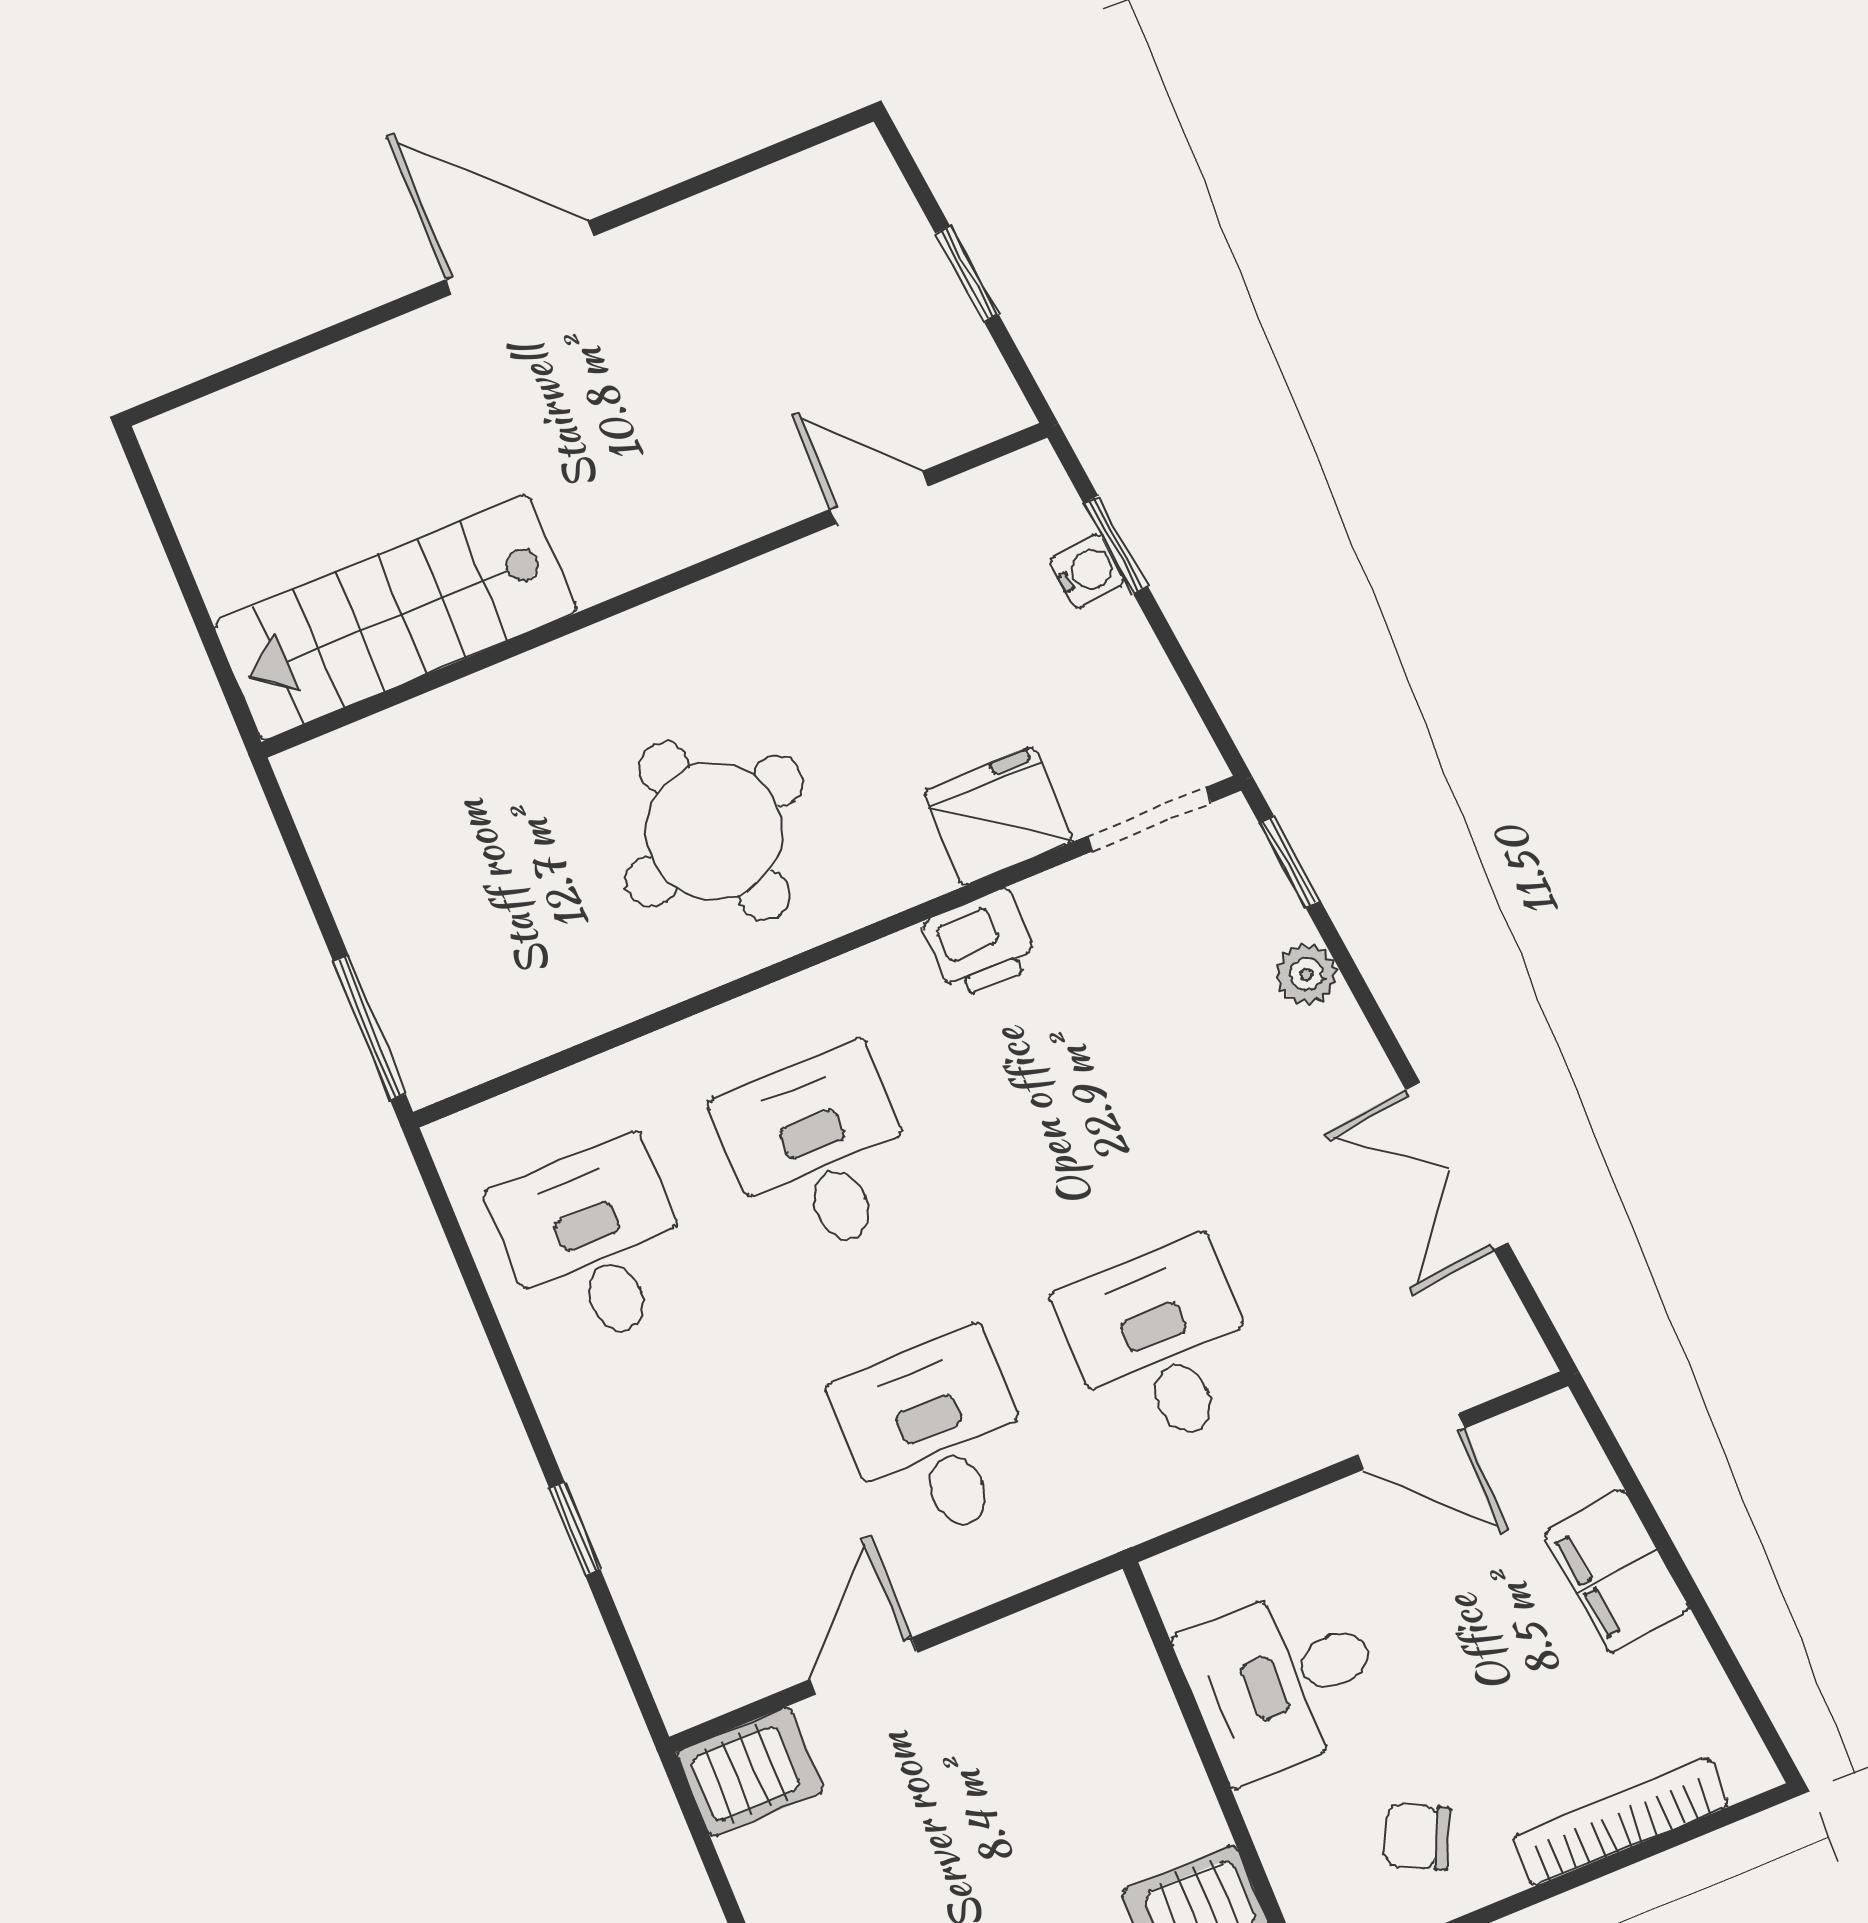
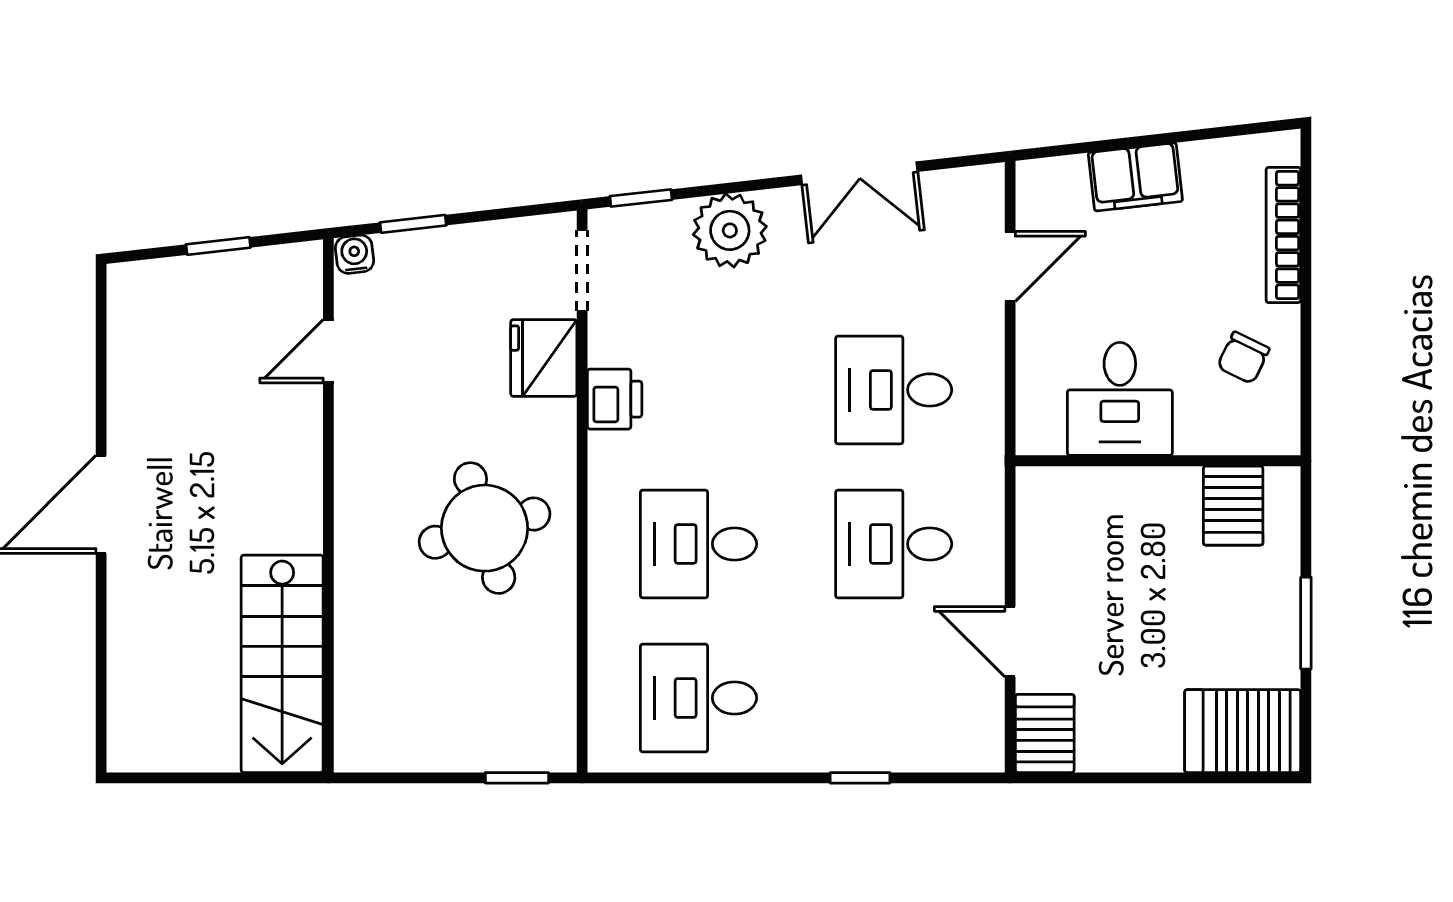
water cooler: (1088, 571) -> (355, 254), moved
plant: (1306, 974) -> (730, 230), width x1.88, depth x1.88
window: (369, 1028) -> (517, 778), width x0.67

